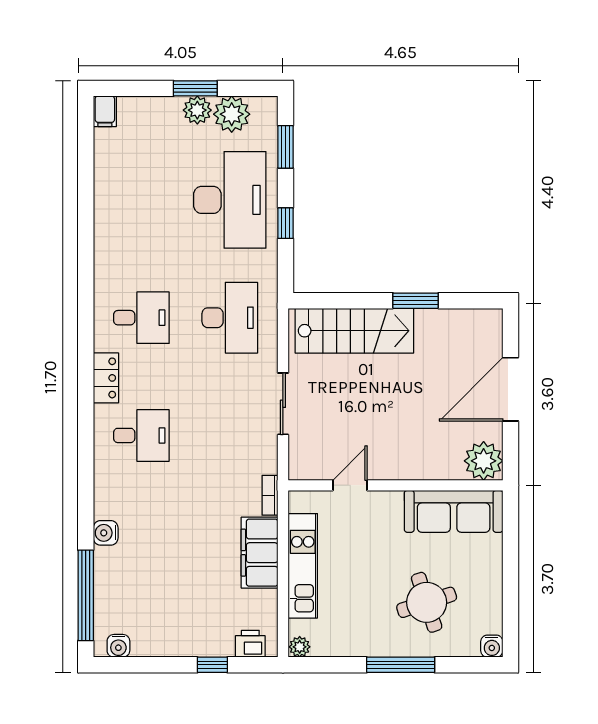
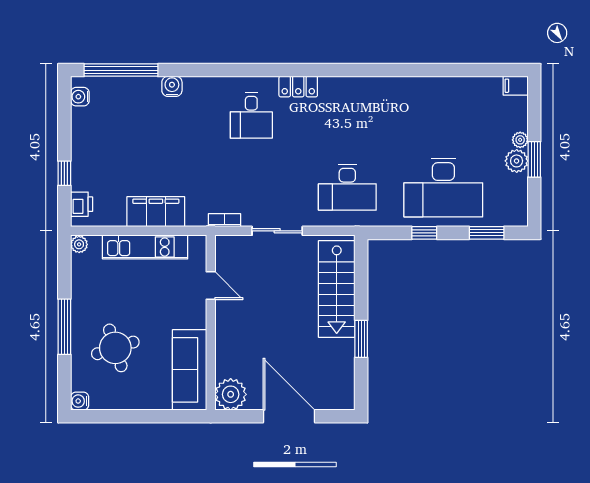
plant: (232, 114) -> (520, 140), moved, width x0.53, depth x0.53
desk: (141, 318) -> (347, 115), removed
bookcase: (270, 495) -> (225, 220), moved

